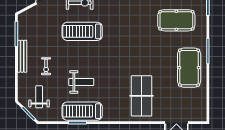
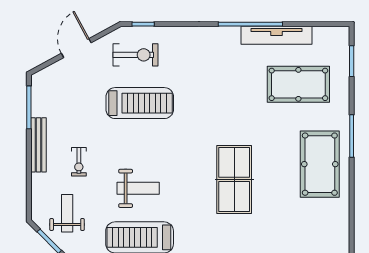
treadmill: (82, 31) -> (140, 103), turned 180
table tennis table: (142, 96) -> (234, 179), moved

